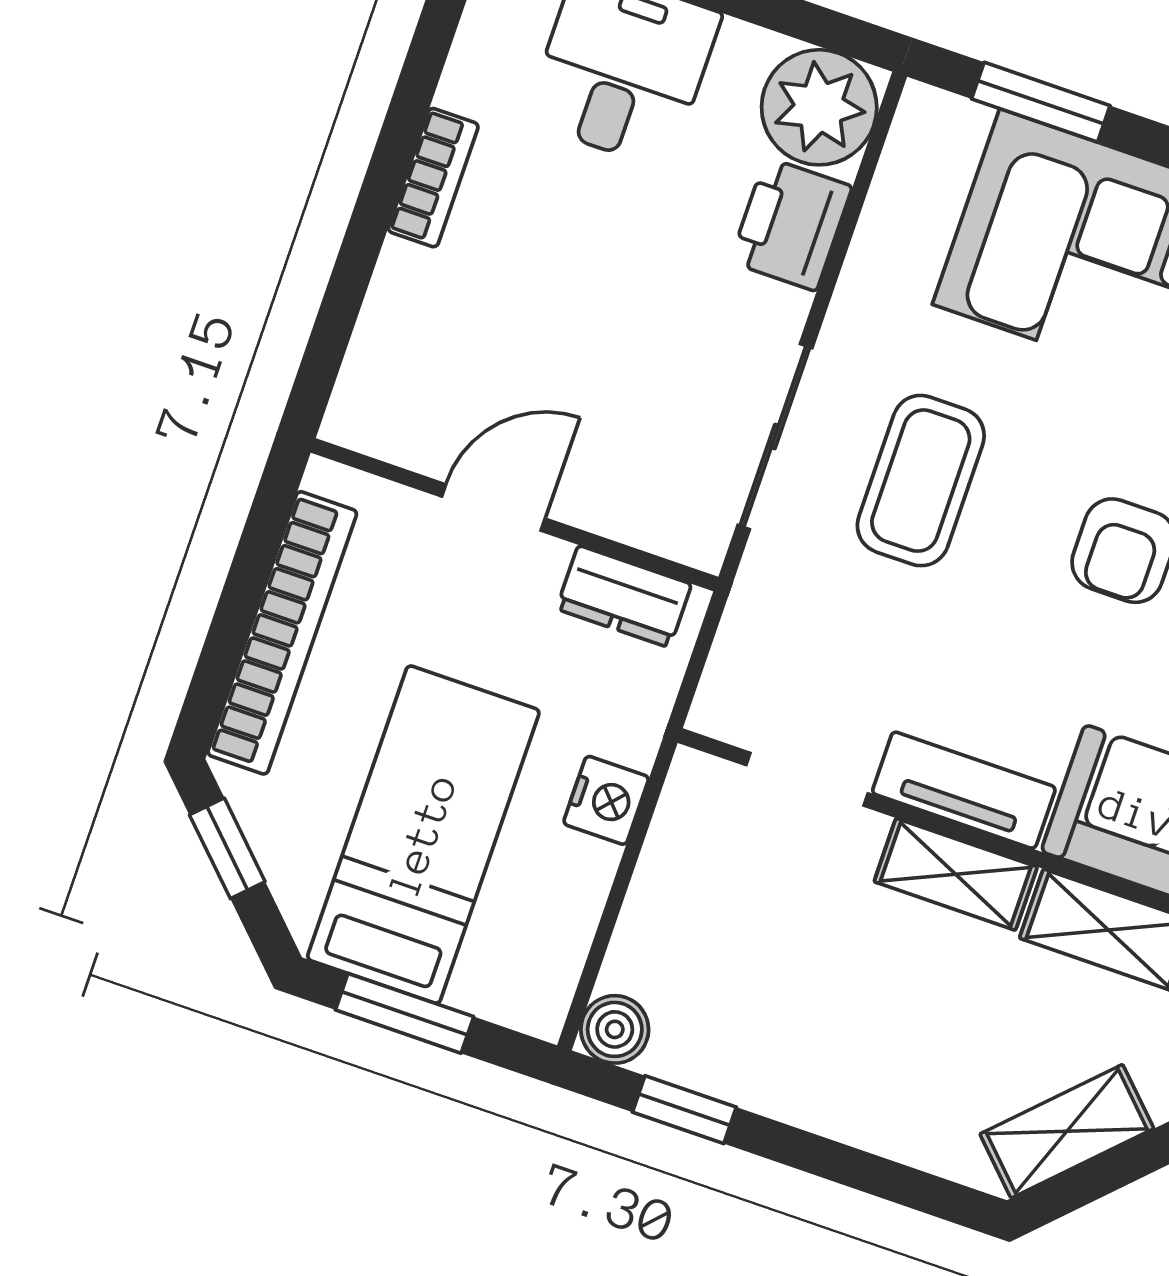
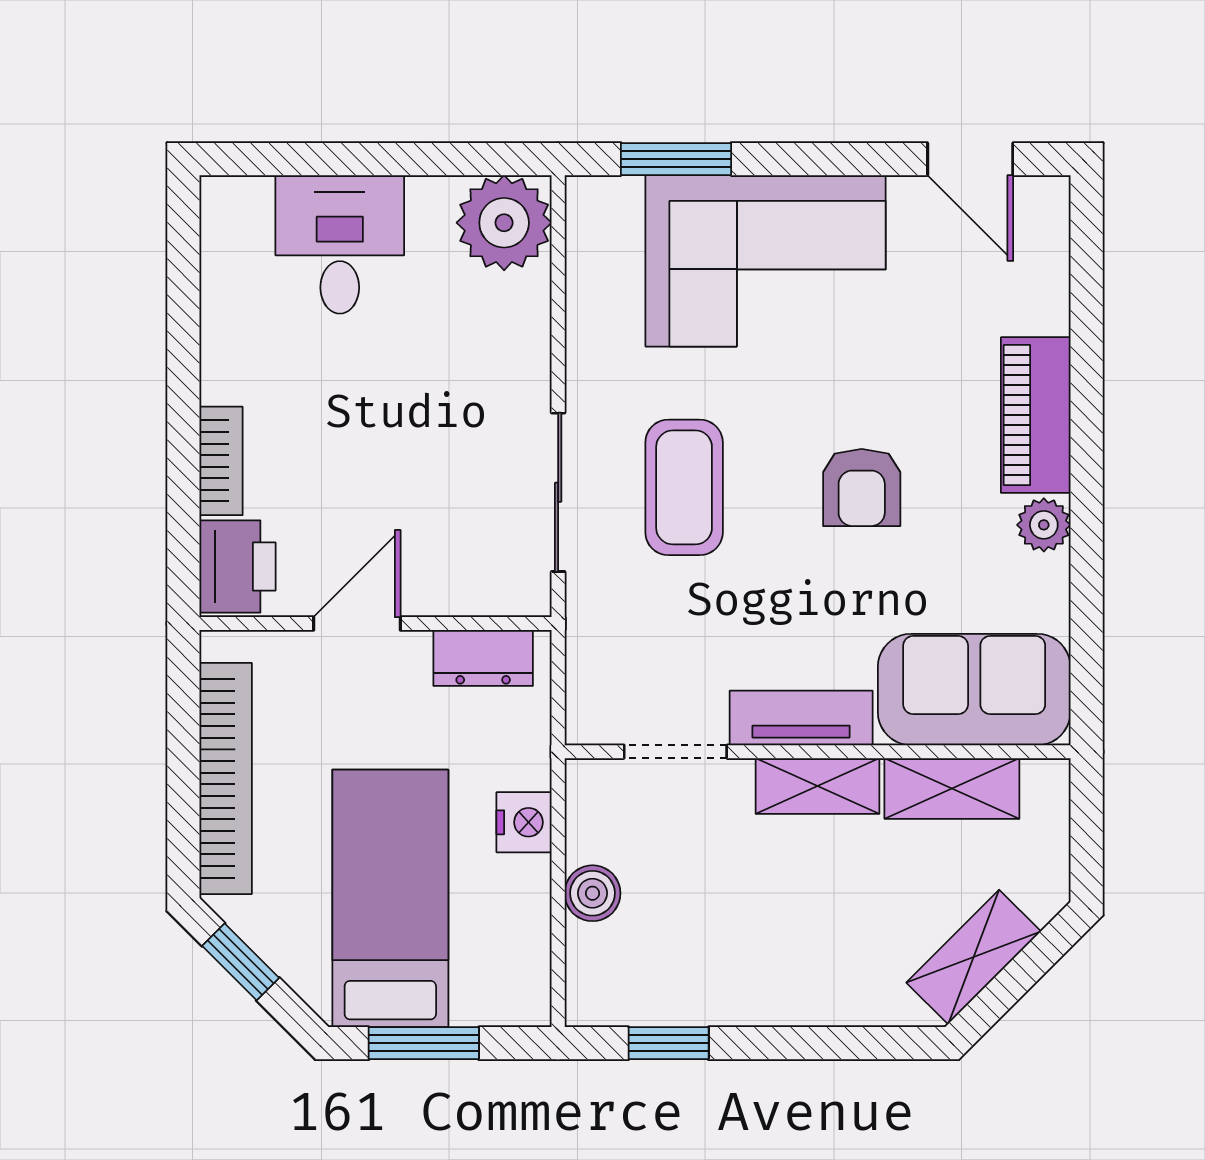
bookcase: (433, 178) -> (221, 461), moved
printer: (791, 224) -> (238, 566), moved, turned 180
boiler: (615, 1029) -> (592, 893), moved

